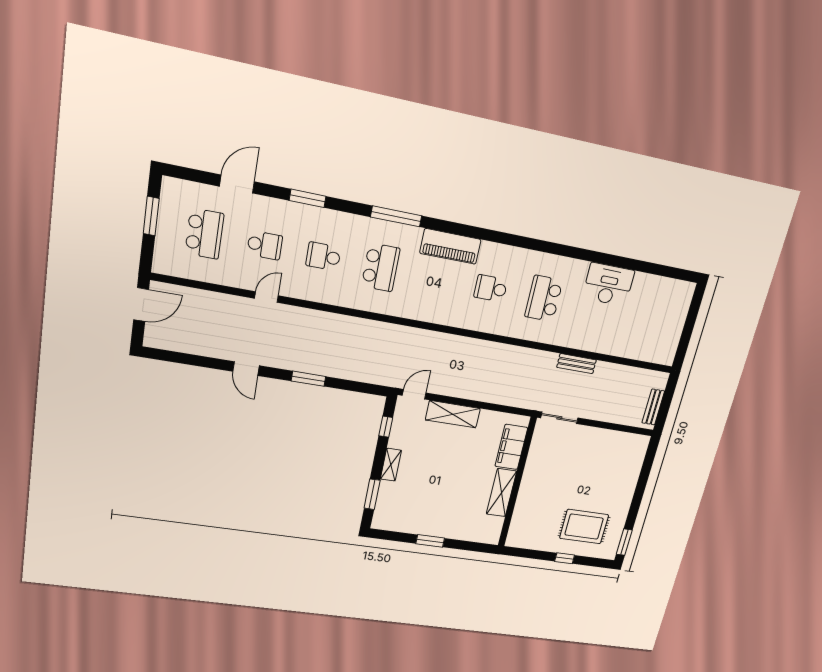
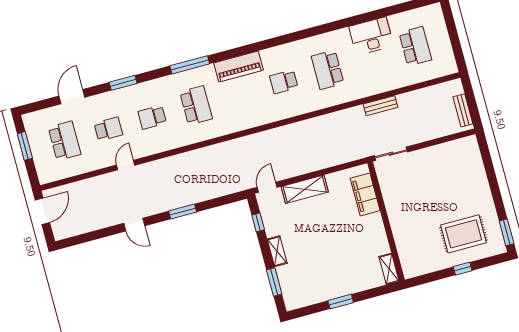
school desk: (646, 318) -> (415, 46), added
shelving: (501, 493) -> (389, 269), moved, width x0.67, depth x0.75

